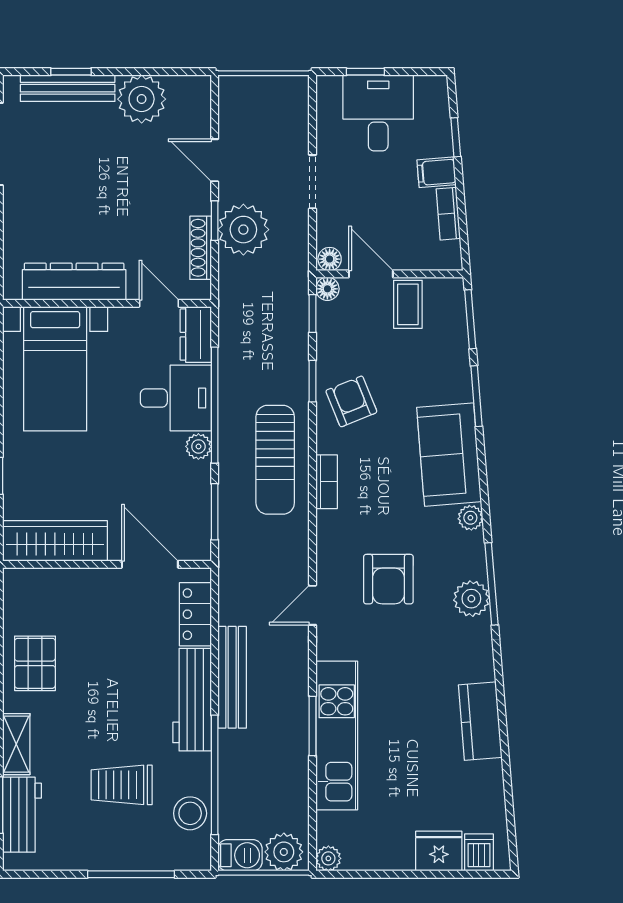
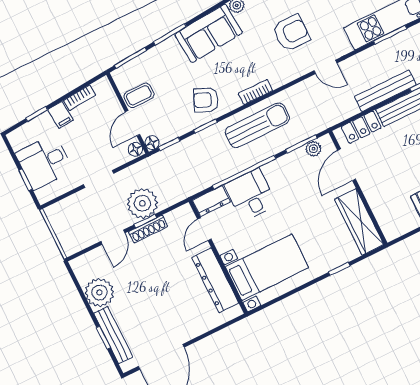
shoe rack: (201, 248) -> (148, 229), moved
armchair: (351, 401) -> (206, 100), turned 45
plant: (198, 446) -> (313, 149), moved

